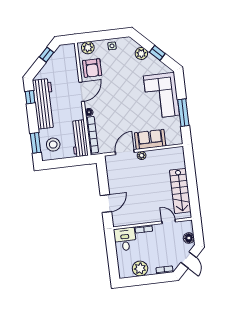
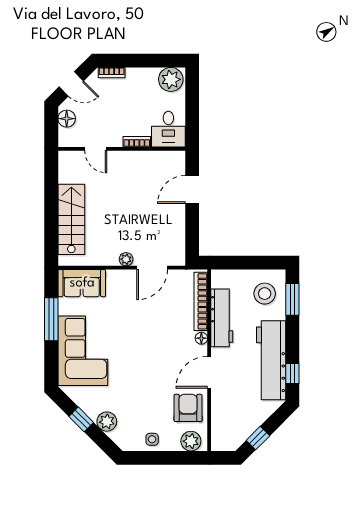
workbench: (79, 138) -> (222, 318), moved
sofa: (150, 139) -> (82, 283), moved
stairs: (180, 191) -> (71, 219), moved
door: (189, 260) -> (71, 84), swing flipped
plant: (140, 269) -> (171, 79), moved

